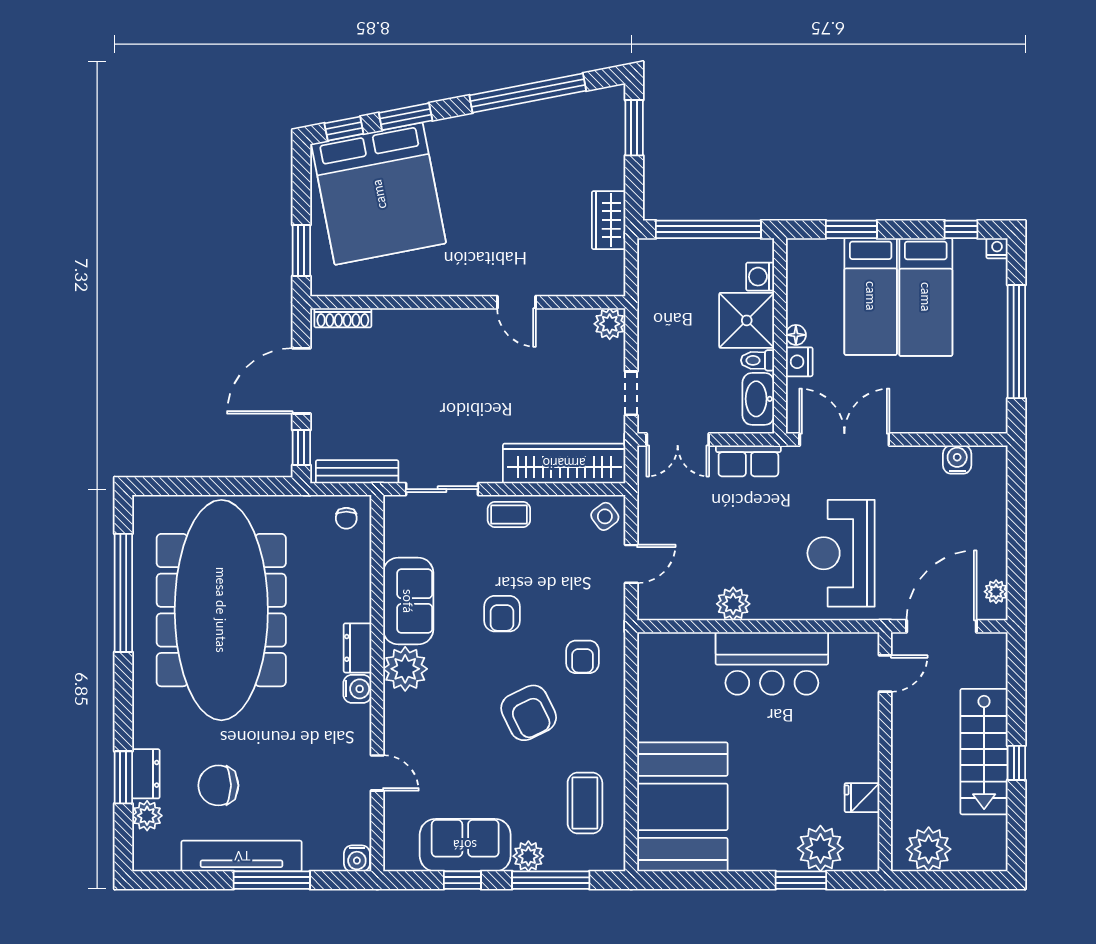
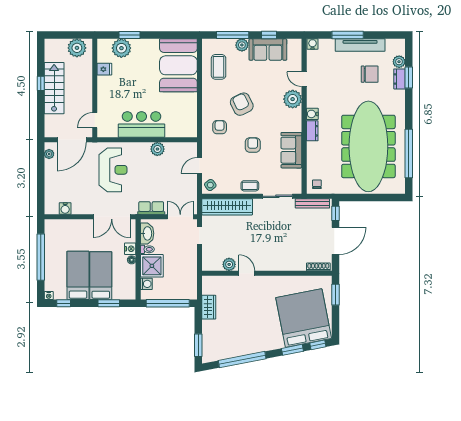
plant: (610, 324) -> (229, 264), moved
plant: (405, 669) -> (293, 99), moved

